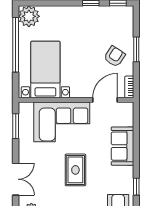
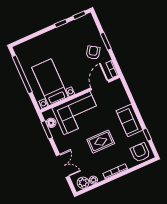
plant: (29, 16) -> (23, 51), removed
floor lamp: (25, 120) -> (51, 123), added
sofa: (122, 146) -> (130, 120), moved
rug: (75, 170) -> (101, 142), turned 90

